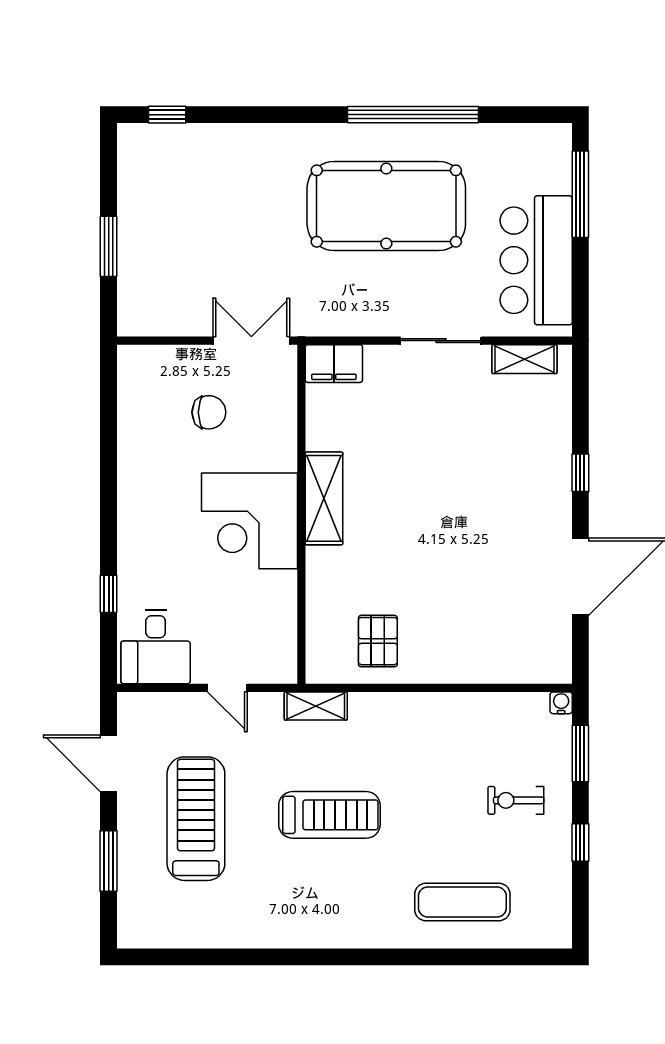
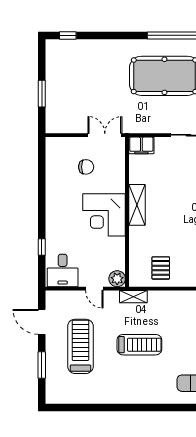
plant: (279, 666) -> (117, 279), added

